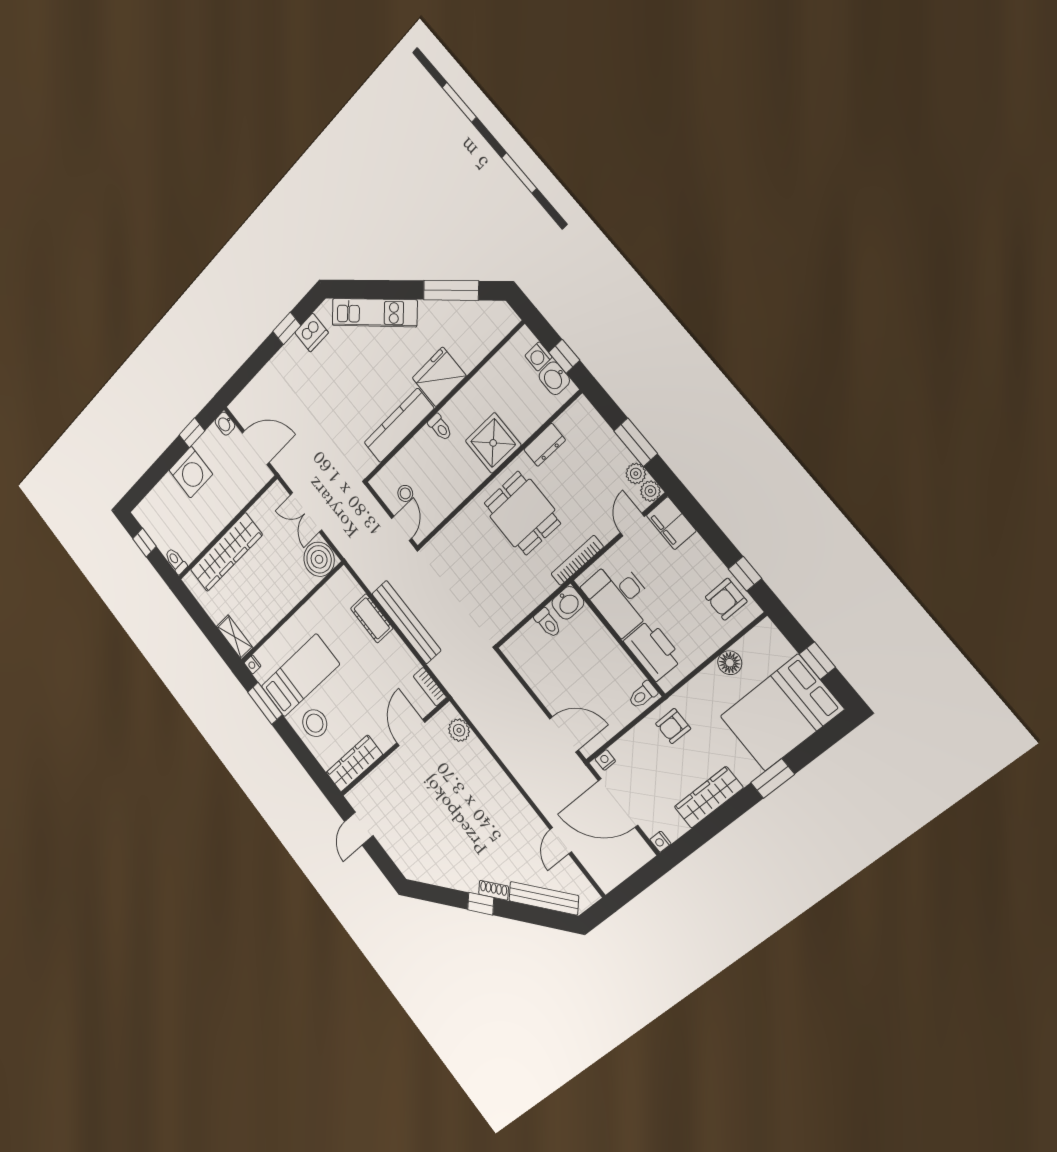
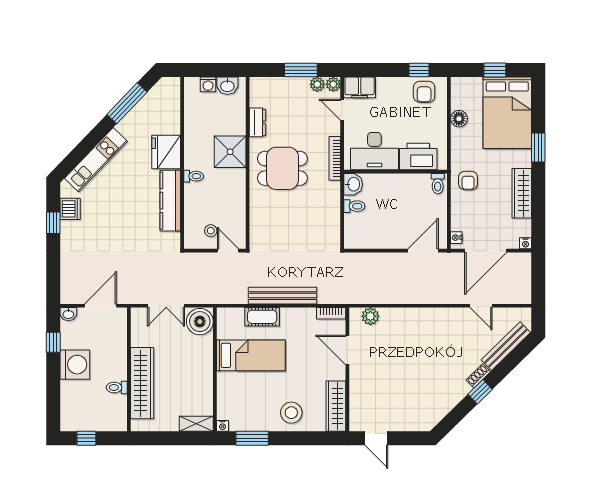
window: (564, 356) -> (221, 70), removed
toilet: (176, 561) -> (117, 387), moved
bed: (300, 675) -> (251, 355), moved, turned 90

